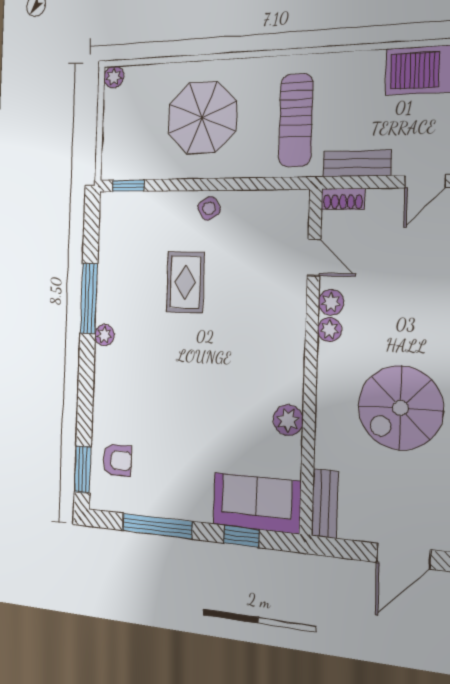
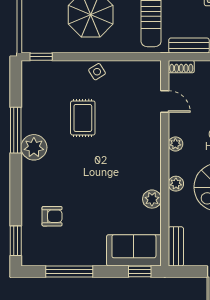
plant: (331, 302) -> (176, 184), moved
plant: (104, 335) -> (34, 147), width x1.88, depth x1.88
armchair: (117, 460) -> (52, 216), moved
window: (241, 536) -> (140, 271), moved

